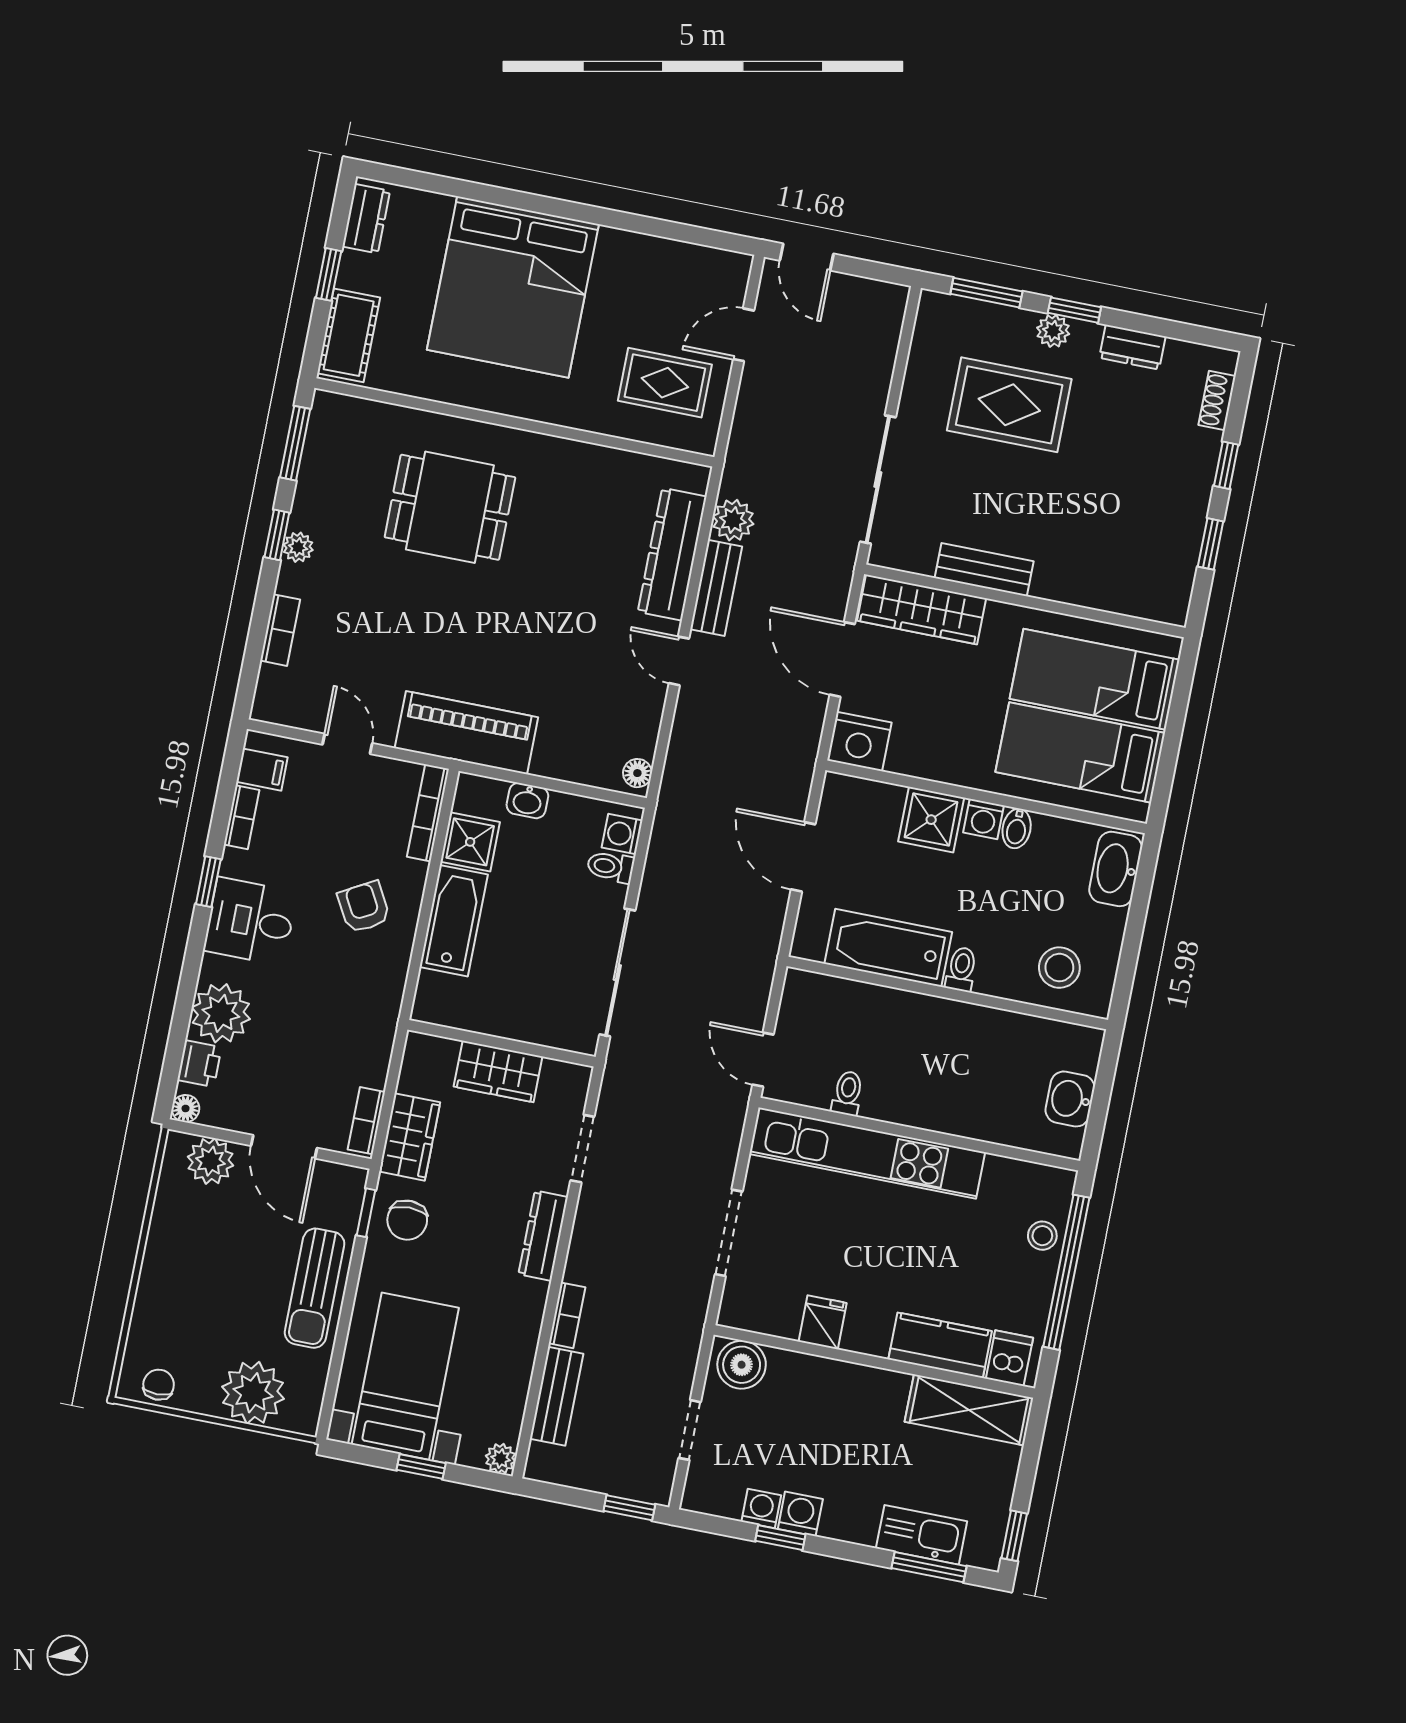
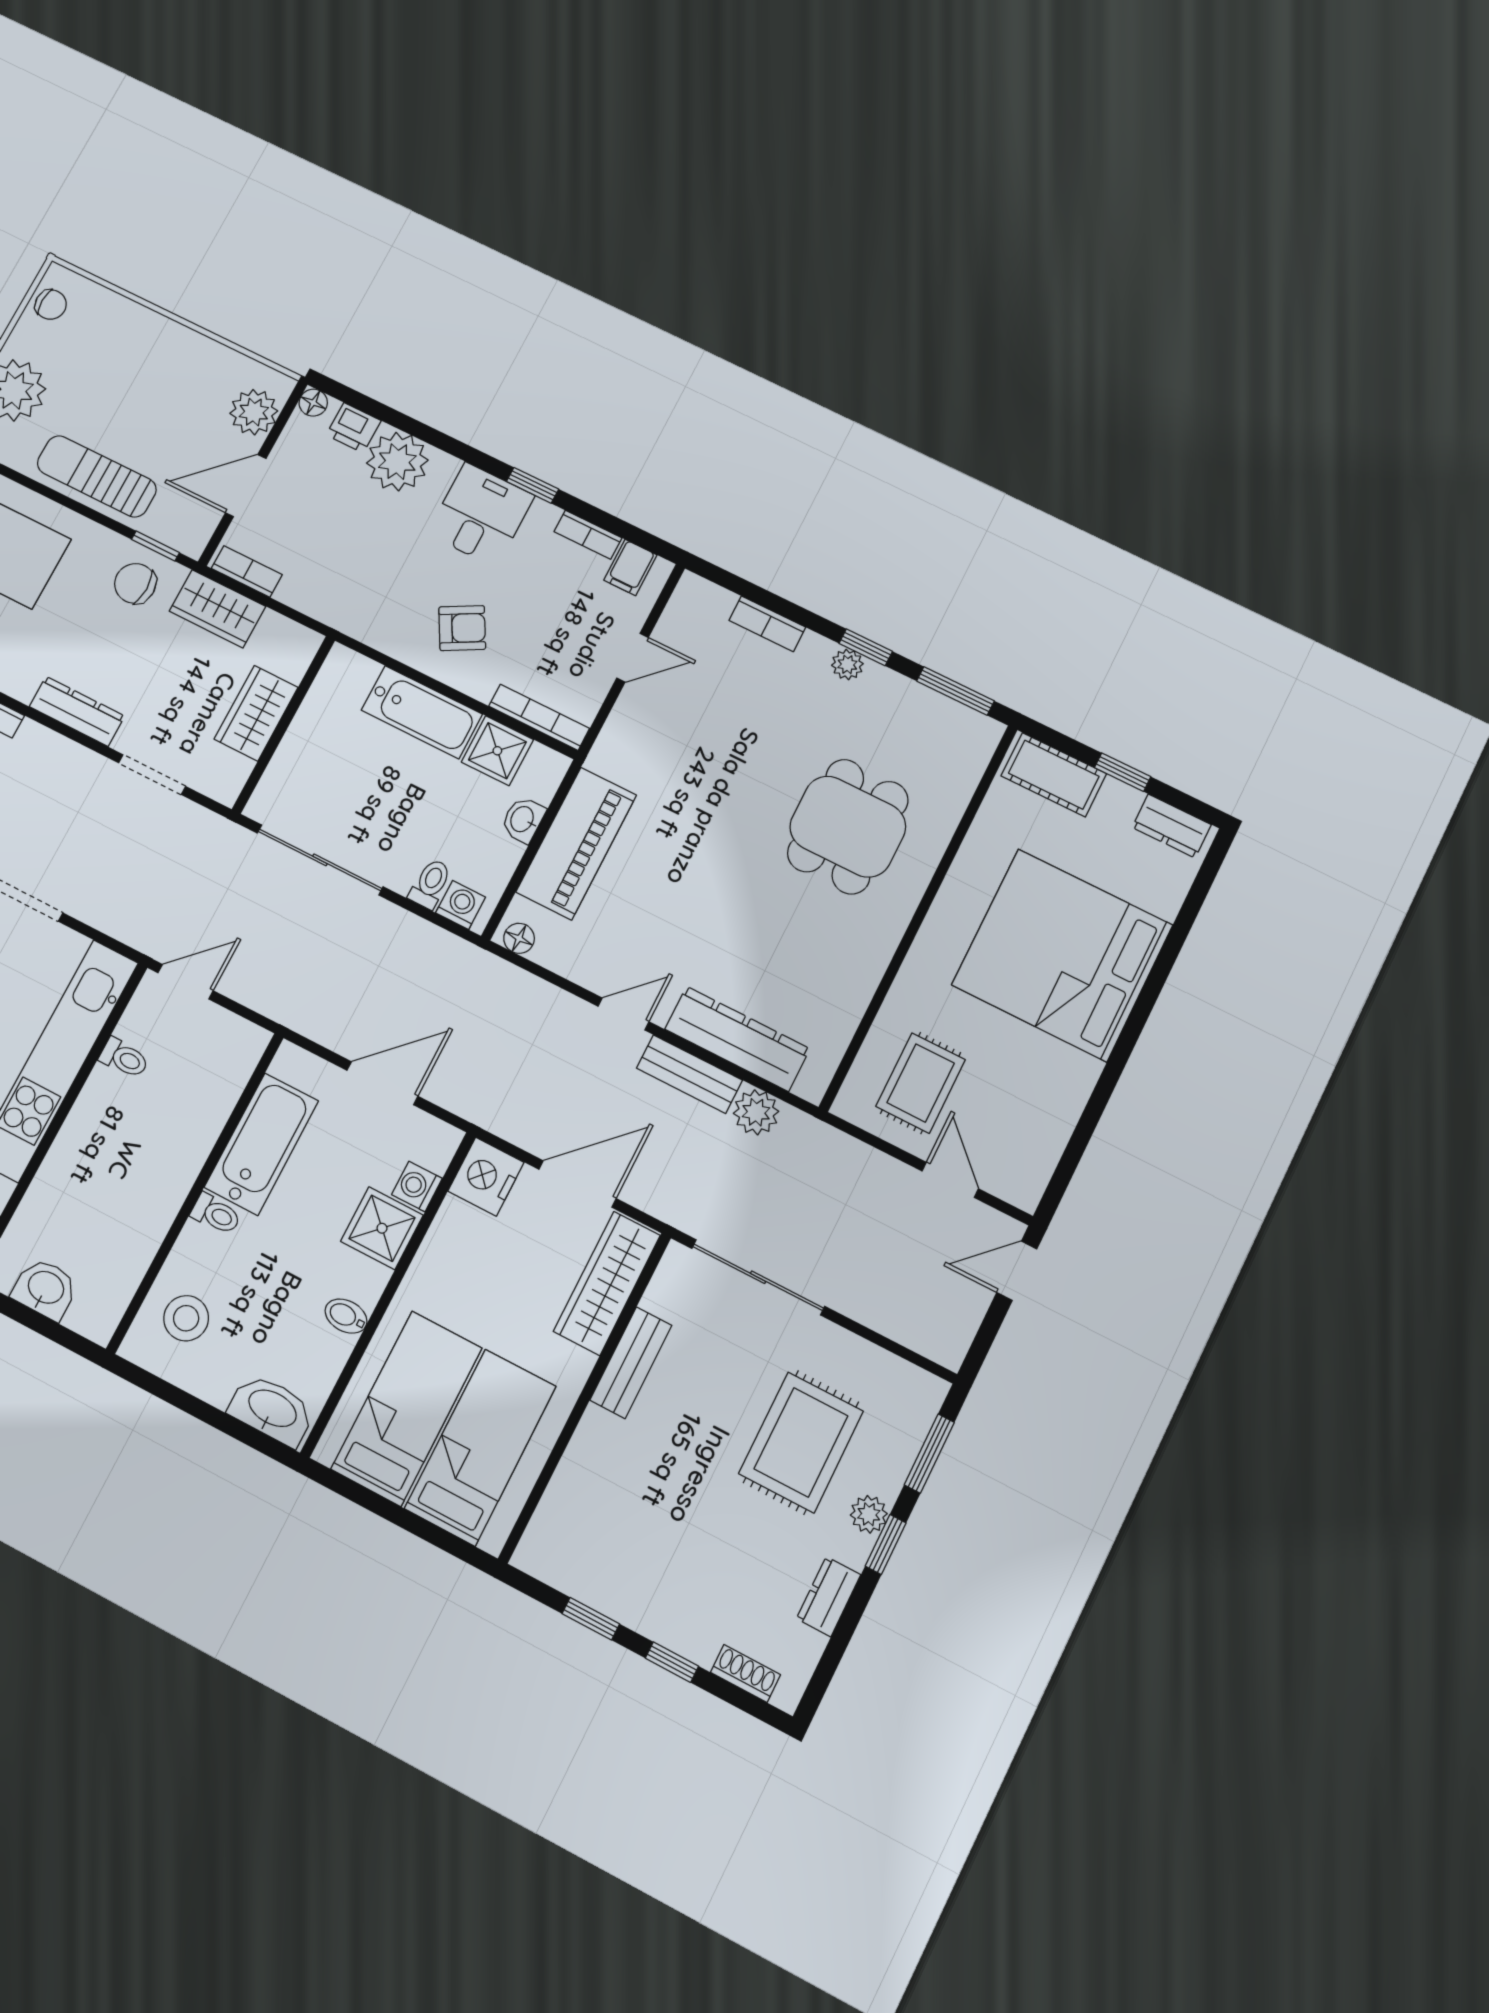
piano: (466, 733) -> (576, 844), moved
washing machine: (984, 819) -> (417, 1186), moved

